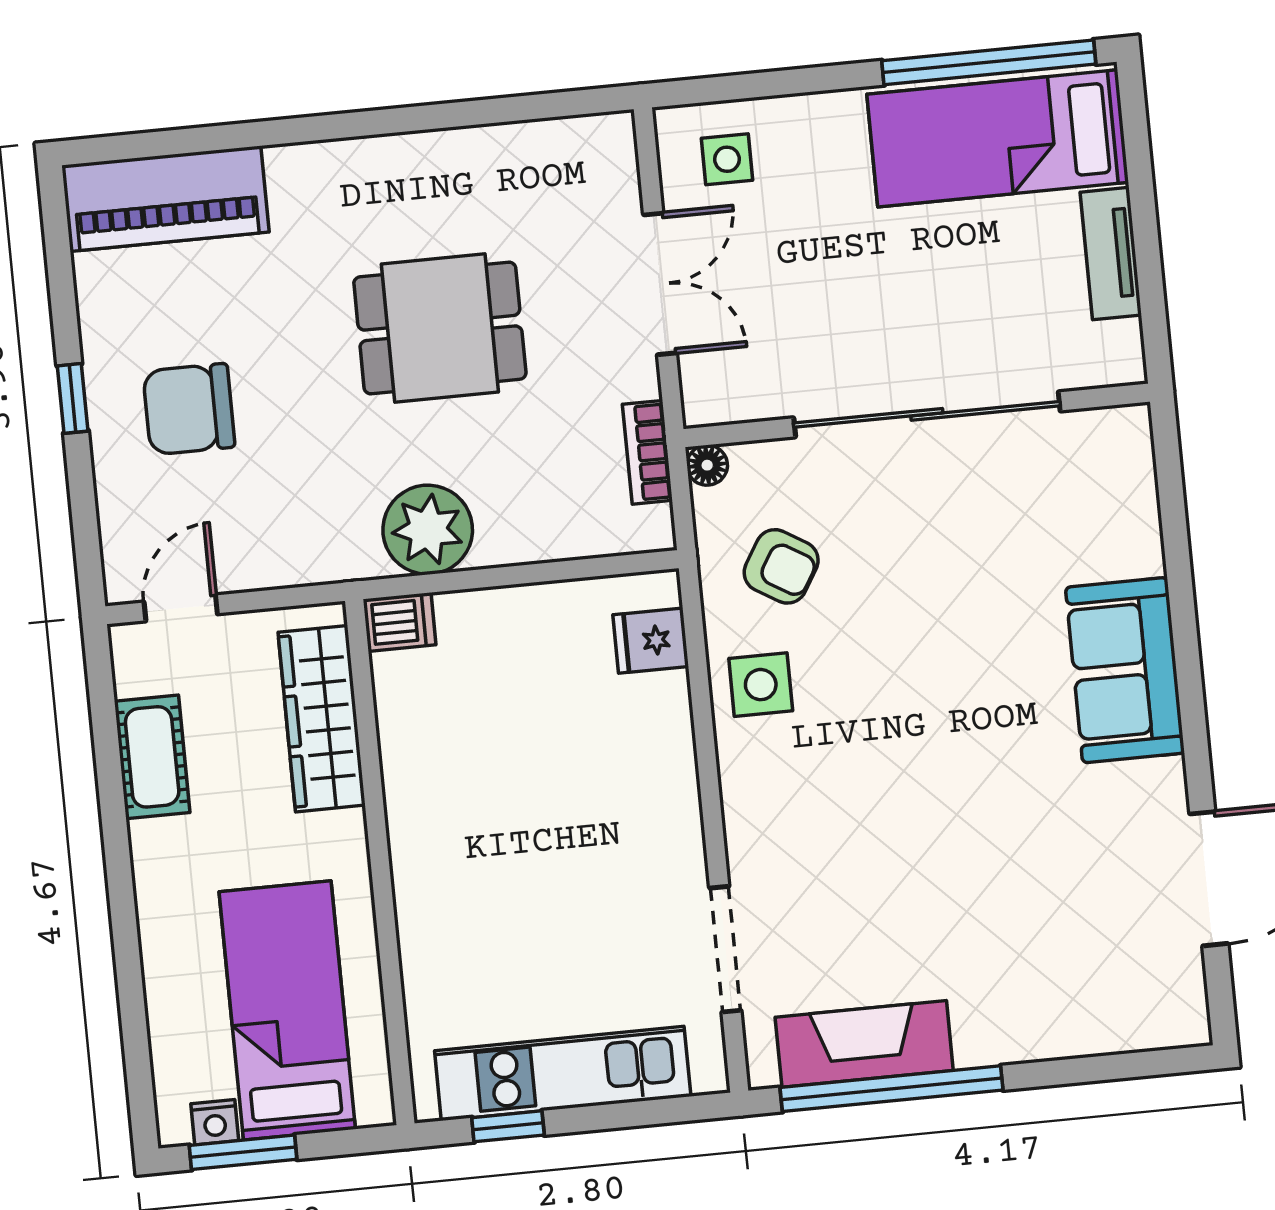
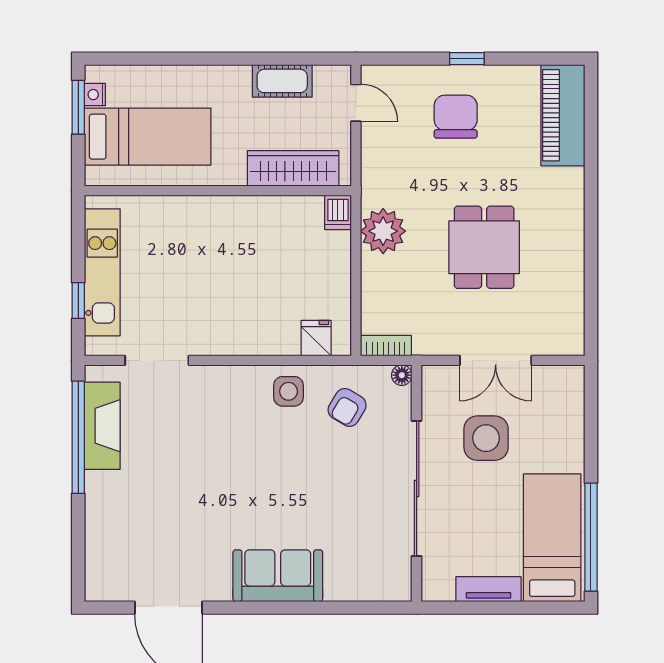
side table: (727, 159) -> (486, 438), moved, width x1.87, depth x1.87
bookcase: (647, 452) -> (386, 346), moved
window: (508, 1126) -> (78, 301), moved

